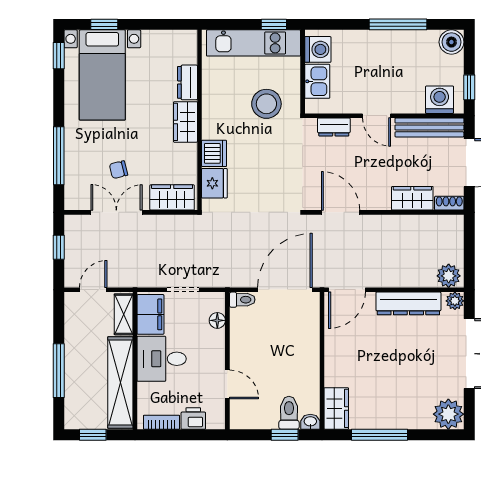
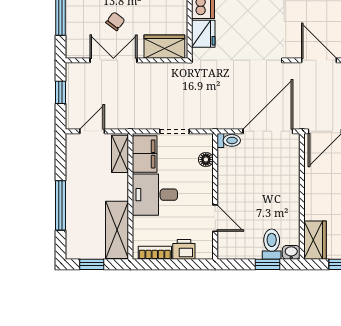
chair: (118, 170) -> (115, 21), turned 141
shelving: (120, 383) -> (117, 230), width x0.68

